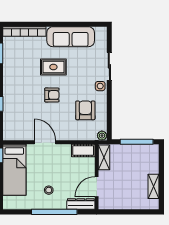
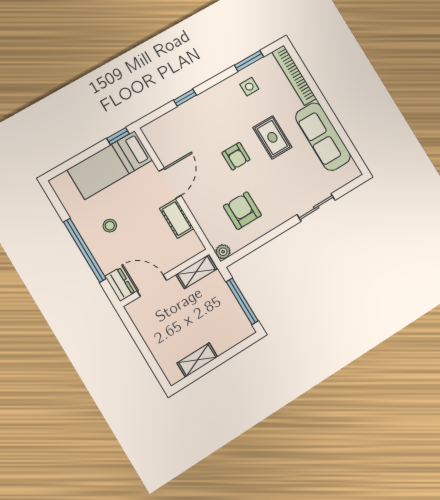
side table: (100, 86) -> (249, 87), moved
armchair: (85, 110) -> (242, 211), turned -90
cot: (83, 150) -> (177, 219), moved
dresser: (81, 204) -> (120, 284), width x0.70

